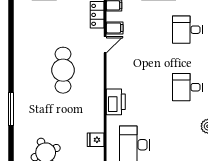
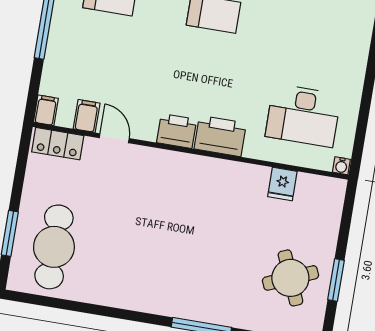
cafe table: (63, 70) -> (54, 247), moved, turned 90
printer: (115, 78) -> (177, 131), added

